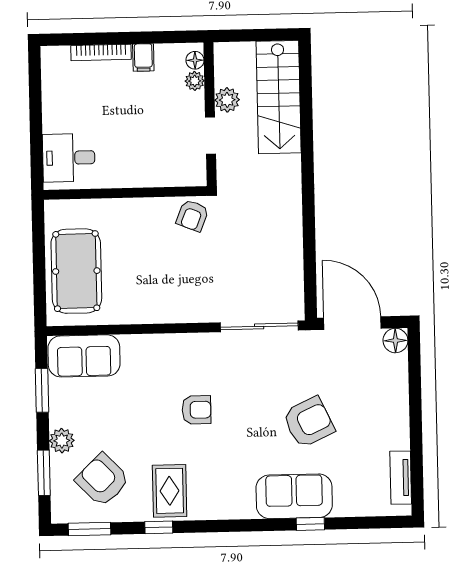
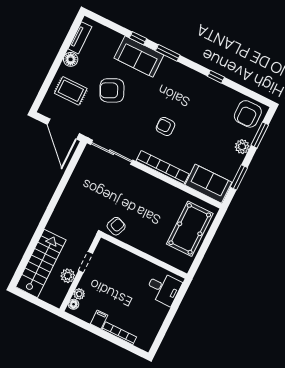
floor lamp: (395, 341) -> (71, 59), moved
bookcase: (168, 344) -> (163, 167), added
armchair: (103, 480) -> (248, 114), moved, turned 44
rug: (170, 491) -> (71, 91), moved, turned 90
window: (90, 529) -> (168, 53), moved

